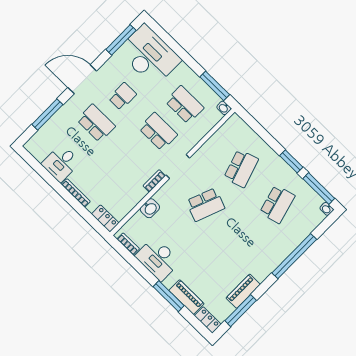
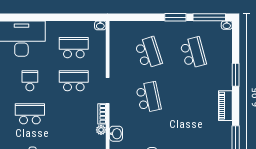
window: (215, 86) -> (81, 17), removed
plant: (141, 193) -> (101, 130), added
school desk: (205, 205) -> (148, 97), turned -33
window: (294, 256) -> (236, 75), width x0.47
piano: (243, 291) -> (225, 106), moved

